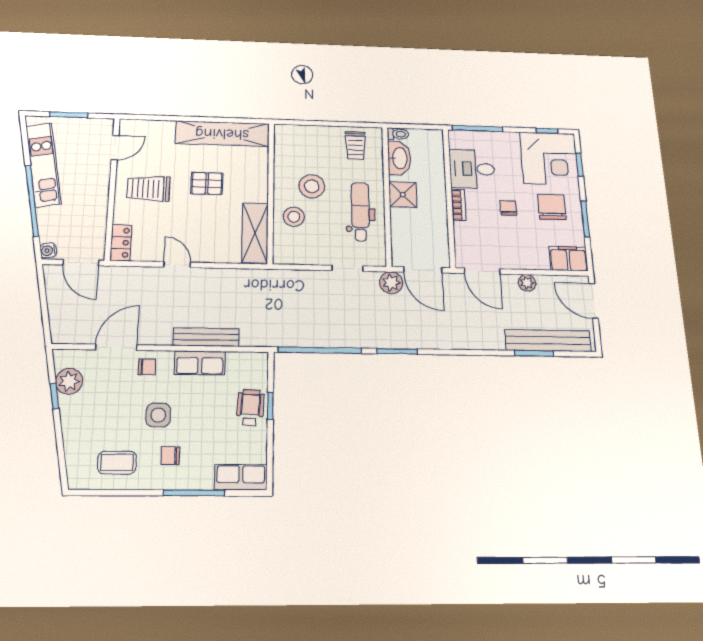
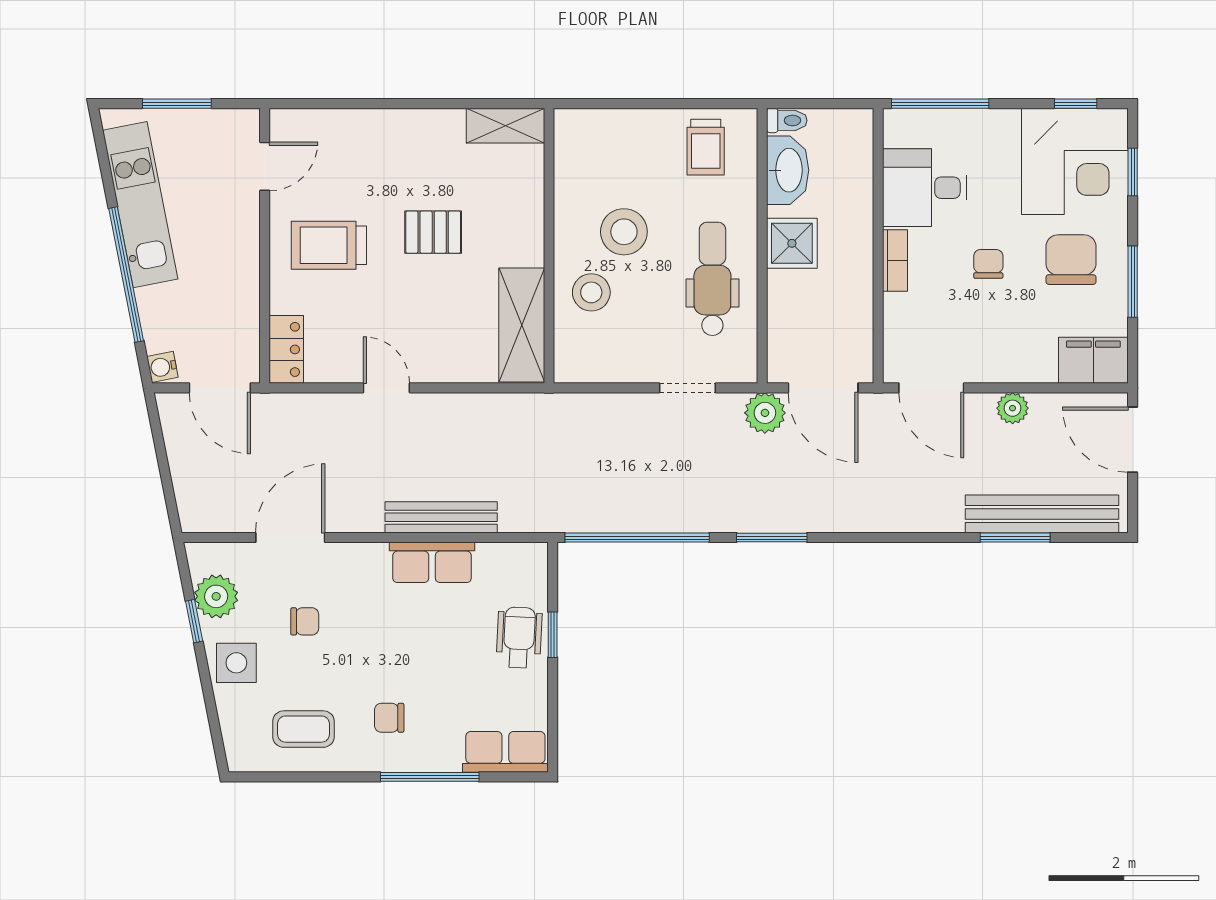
shelving: (222, 134) -> (505, 126), width x0.45, depth x0.75
chair: (147, 367) -> (305, 621), moved
side table: (158, 415) -> (236, 663), moved

